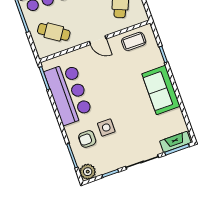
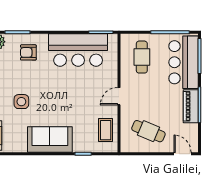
cafe table: (54, 32) -> (142, 57), turned -34
side table: (106, 128) -> (21, 102), moved
armchair: (87, 139) -> (28, 52), turned -90

